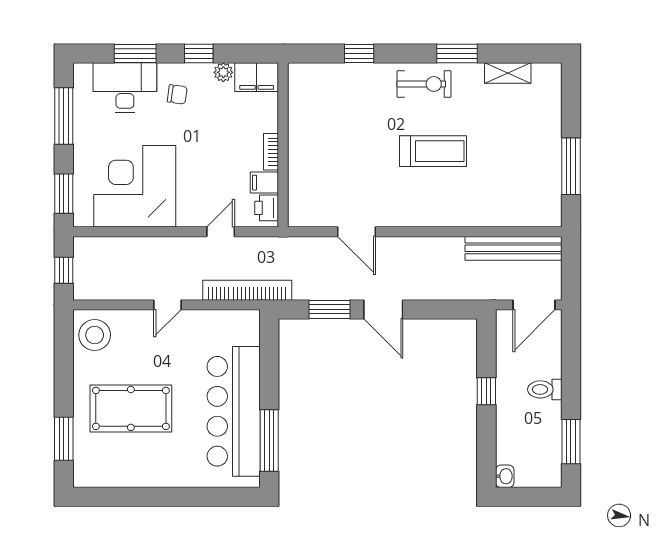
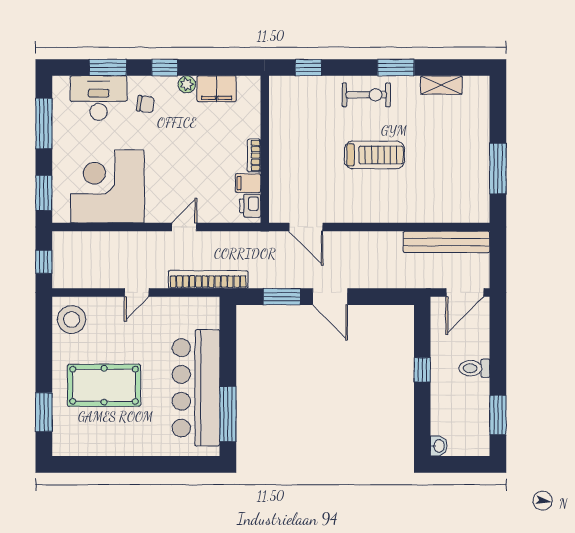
wall: (283, 145) -> (265, 149), moved
bookcase: (271, 152) -> (254, 156), moved
filing cabinet: (264, 183) -> (248, 183), moved
printer: (267, 208) -> (250, 206), moved

